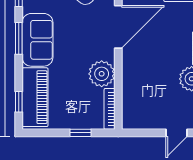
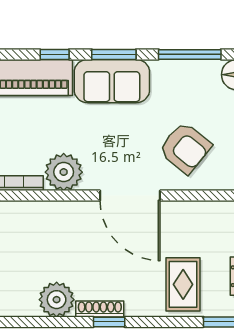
window: (19, 102) -> (55, 54), moved

